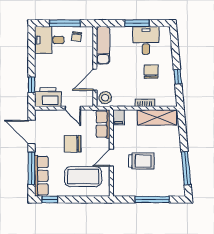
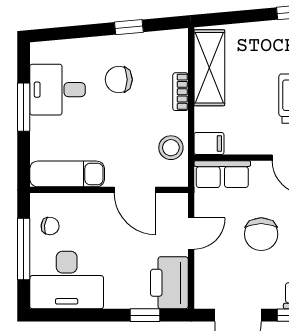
desk: (49, 40) -> (67, 280), width x1.37
stool: (105, 98) -> (171, 148), moved

